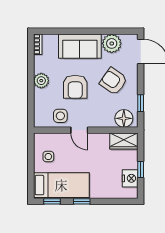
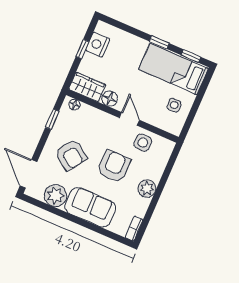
floor lamp: (124, 118) -> (74, 105), width x0.53, depth x0.53
floor lamp: (102, 139) -> (110, 99), added

